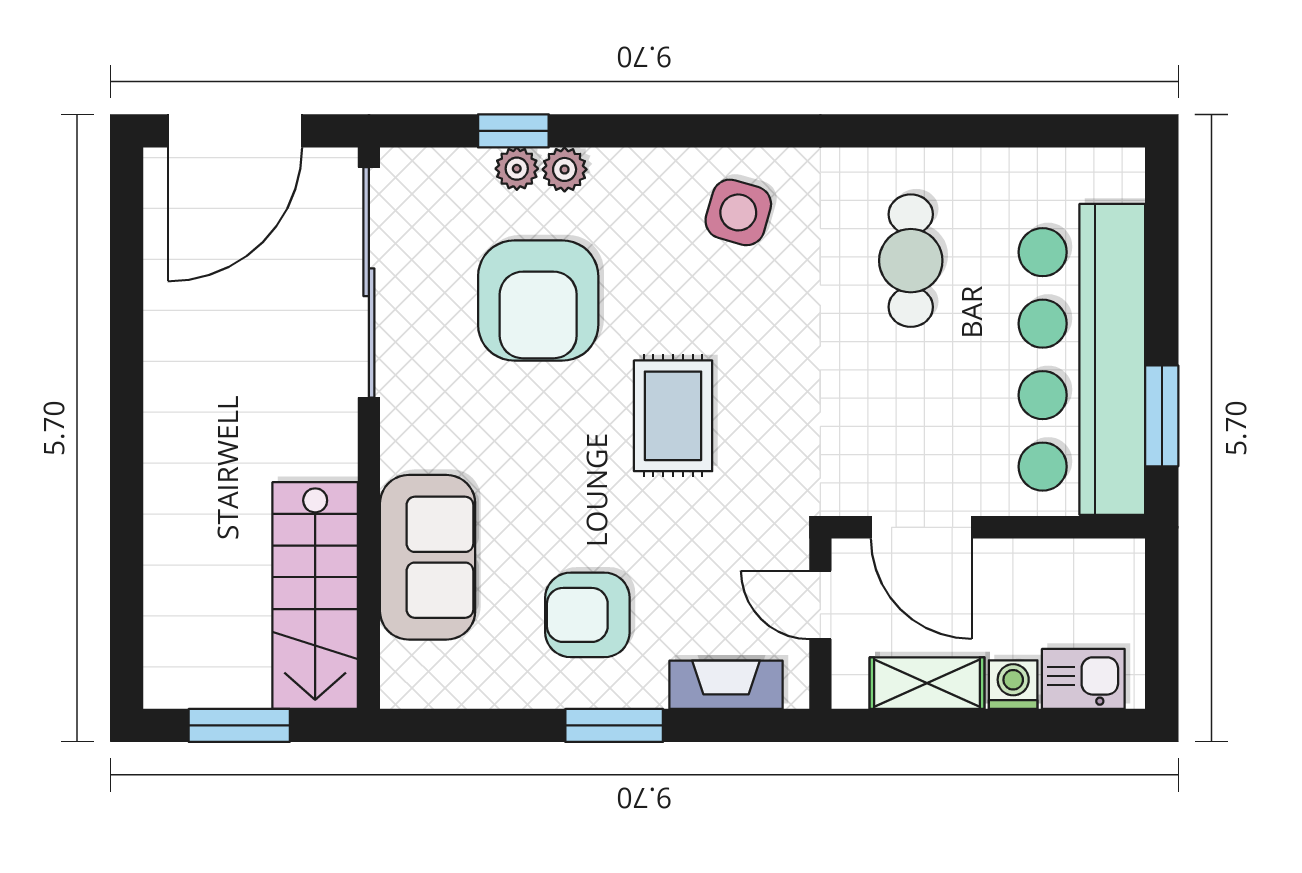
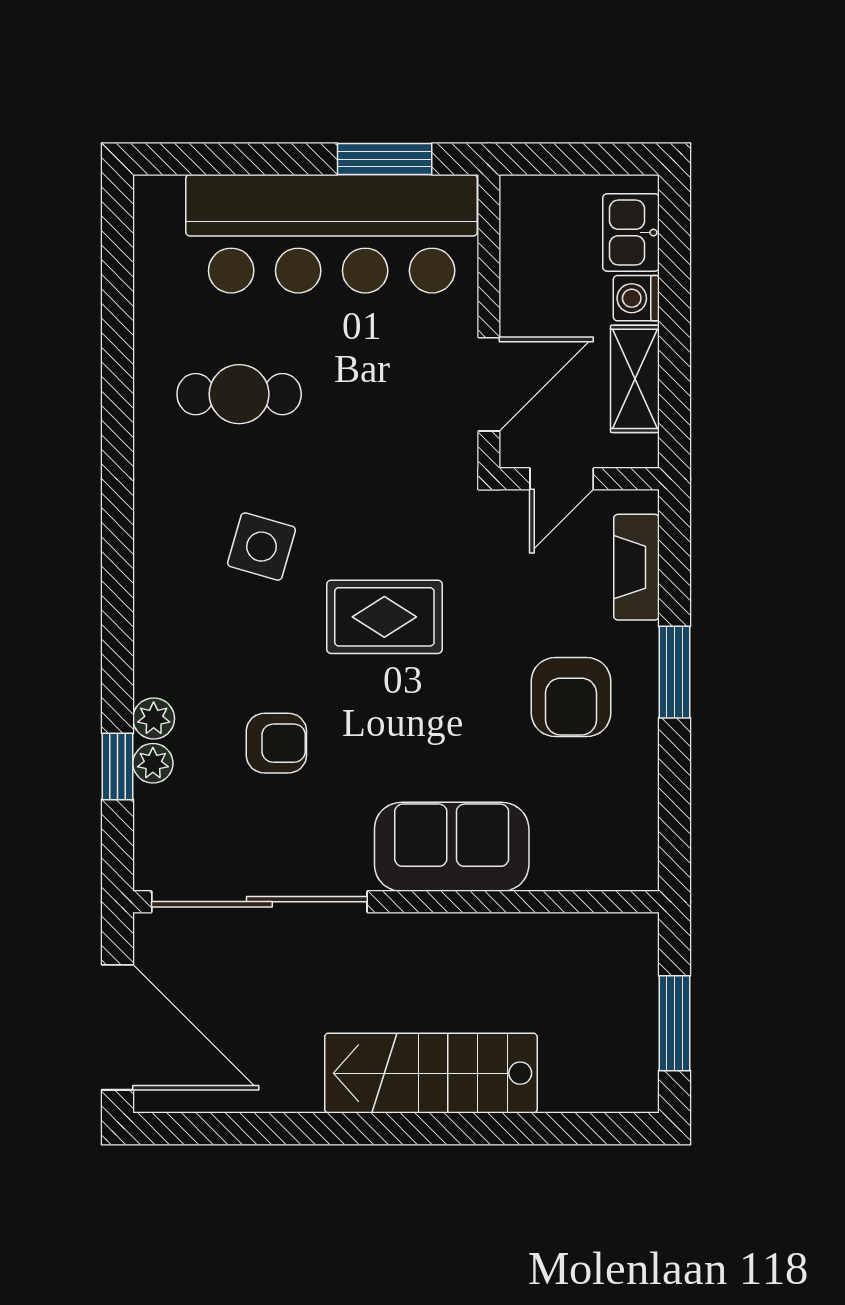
side table: (738, 212) -> (262, 547), moved
armchair: (538, 301) -> (276, 743), width x0.53, depth x0.53
sofa: (428, 557) -> (452, 847), moved
stairs: (315, 596) -> (431, 1073), moved, turned 180

